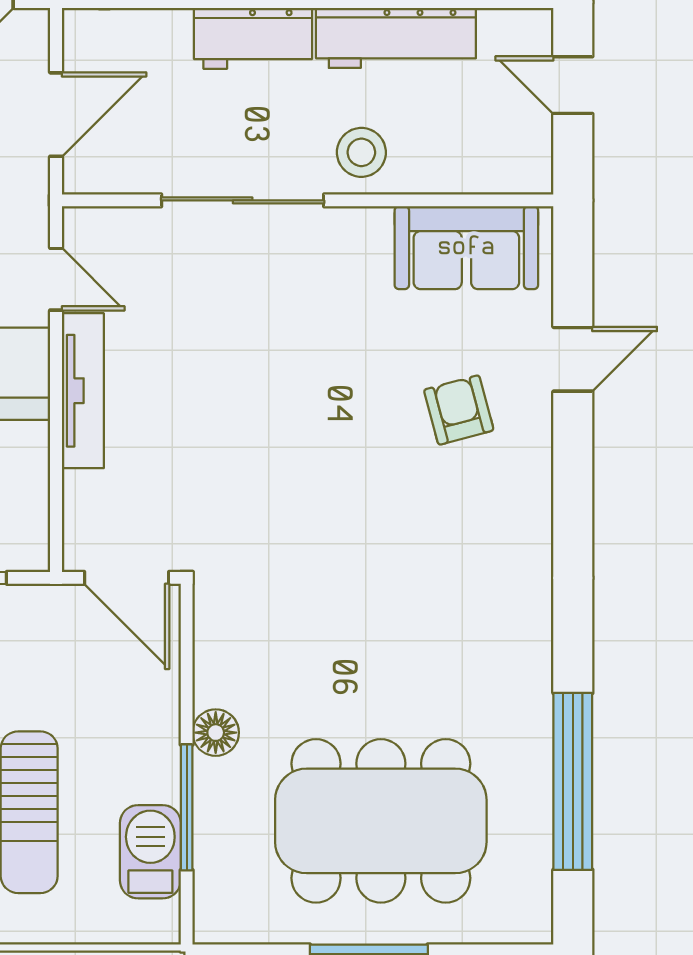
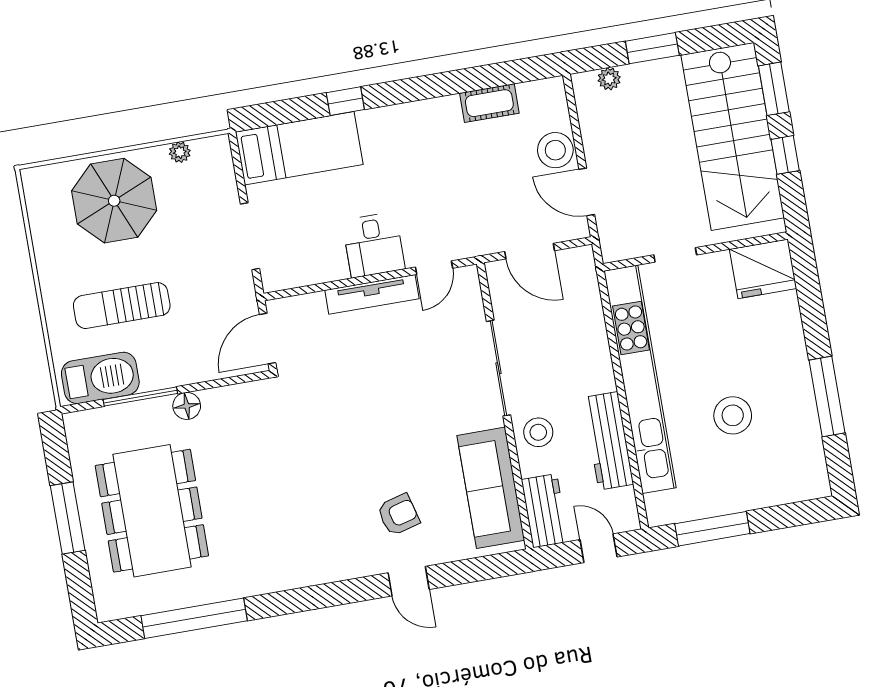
workbench: (253, 38) -> (545, 511), moved, turned 180
door: (573, 85) -> (599, 548), hinge flipped
sofa: (466, 248) -> (491, 488), width x1.36
door: (573, 359) -> (409, 581), moved
barbecue: (150, 852) -> (100, 378), width x1.37, depth x1.21

